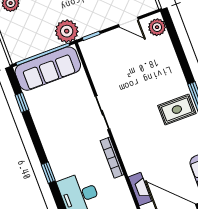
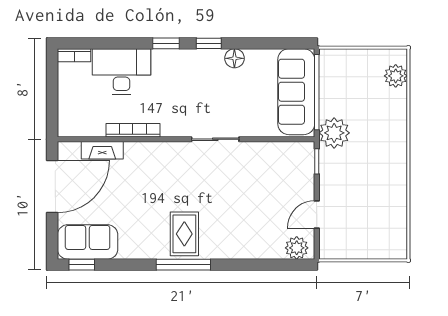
window: (22, 103) -> (209, 43), moved
floor lamp: (41, 121) -> (234, 58), added
bookcase: (112, 158) -> (133, 130), moved

